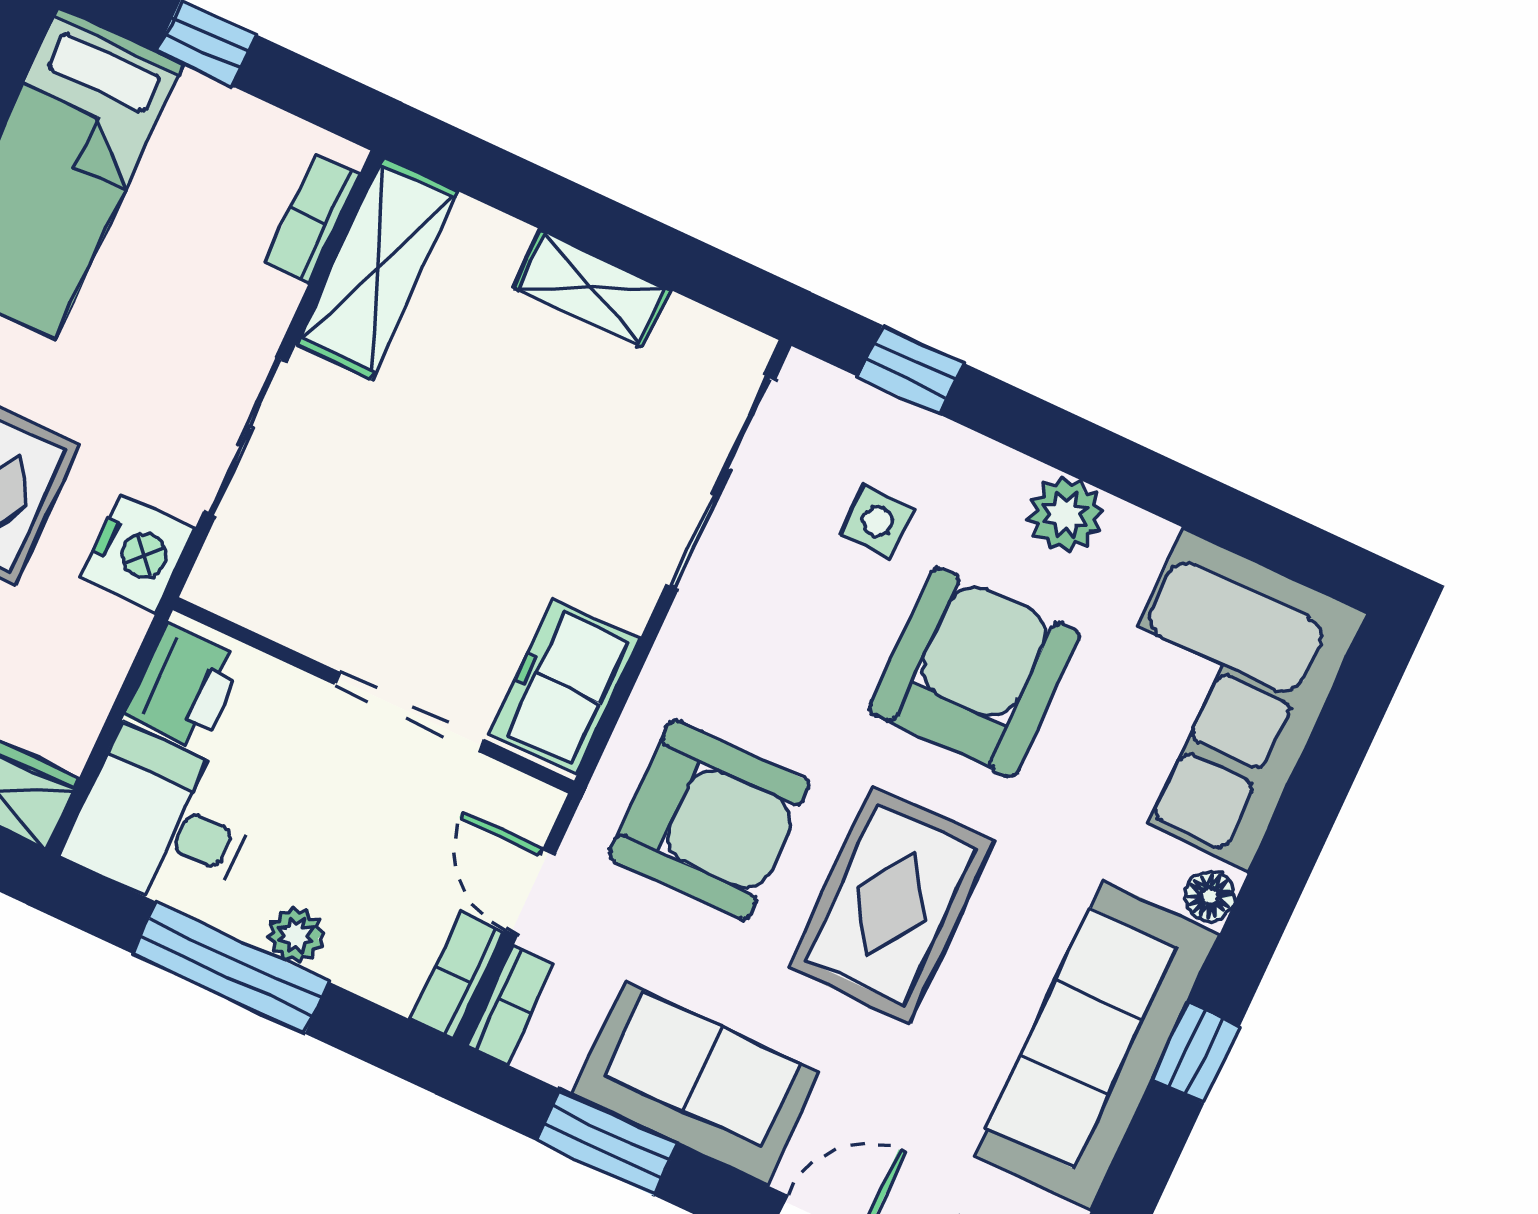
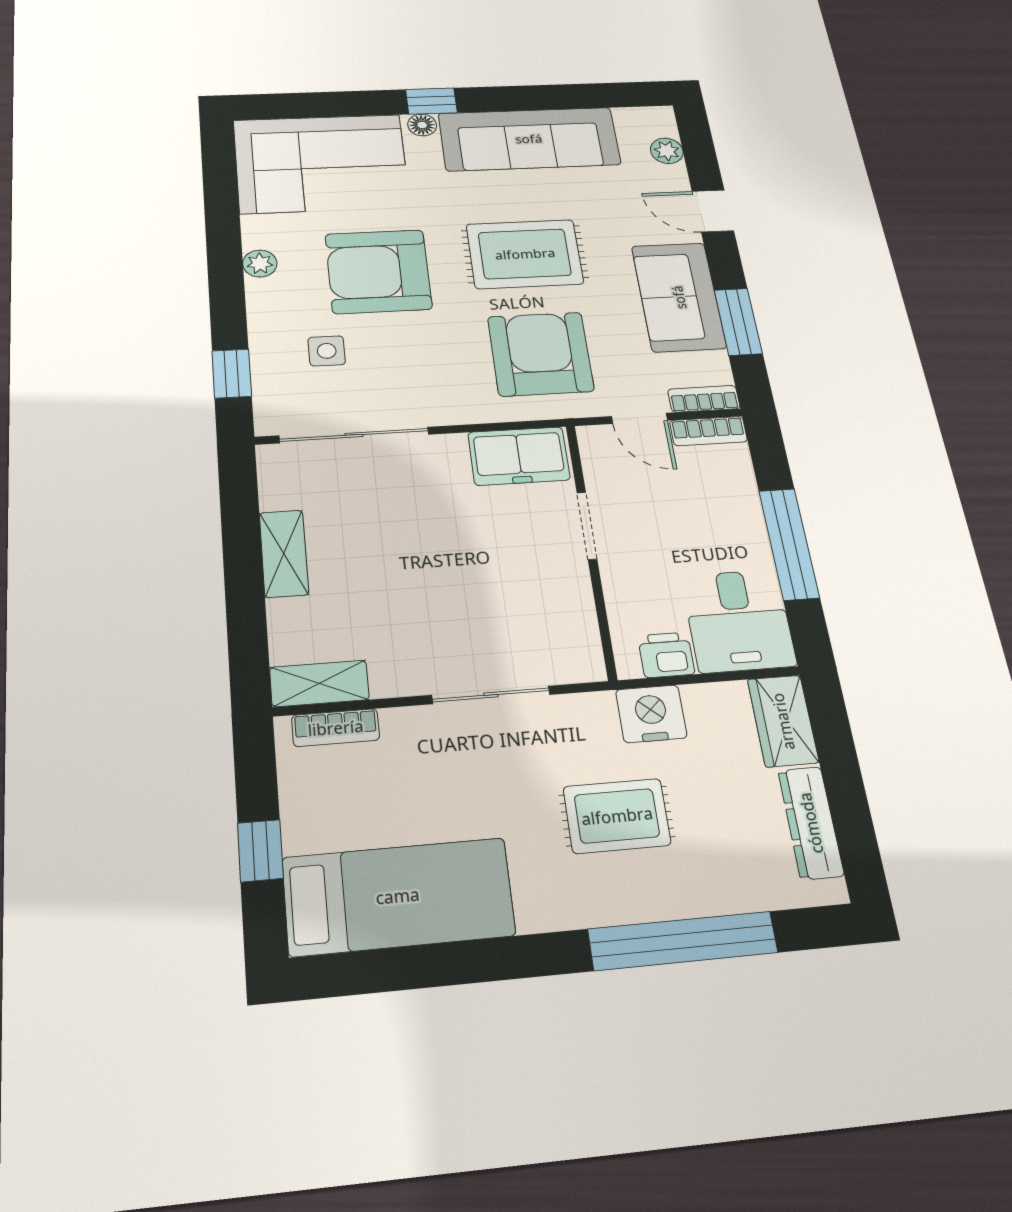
shelving: (377, 268) -> (319, 683), width x0.67, depth x0.75
plant: (1066, 515) -> (260, 264), width x0.73, depth x0.73
nightstand: (138, 553) -> (651, 714), moved
printer: (184, 687) -> (666, 655), width x0.73, depth x0.81
doorway: (409, 712) -> (587, 526), width x0.73
door: (530, 892) -> (639, 418), hinge flipped
plant: (296, 935) -> (747, 520), removed
window: (1196, 1053) -> (431, 101), moved

